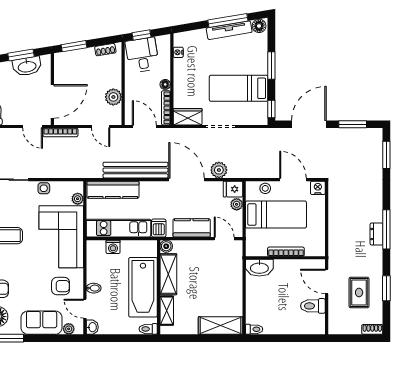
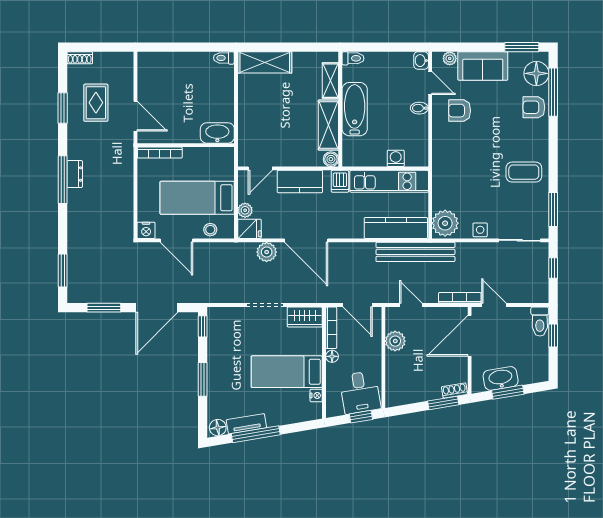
tv unit: (229, 30) -> (246, 424), width x0.71
shoe rack: (105, 50) -> (454, 390), moved
bed: (239, 88) -> (287, 372), moved, turned 180
bench: (135, 170) -> (415, 252), moved
plant: (78, 199) -> (445, 223), width x1.88, depth x1.88
corner sofa: (61, 237) -> (459, 171), removed
door: (224, 239) -> (260, 168), hinge flipped
bookcase: (286, 252) -> (160, 153), moved
bathtub: (143, 287) -> (355, 109), width x0.73, depth x0.73
toilet: (313, 306) -> (152, 86), removed

